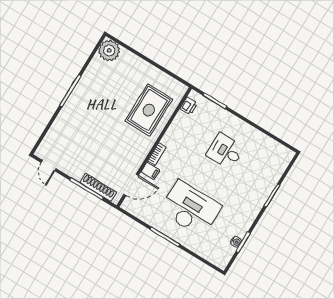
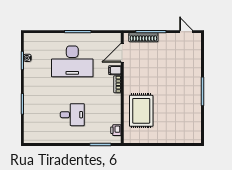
plant: (109, 51) -> (193, 135), removed

